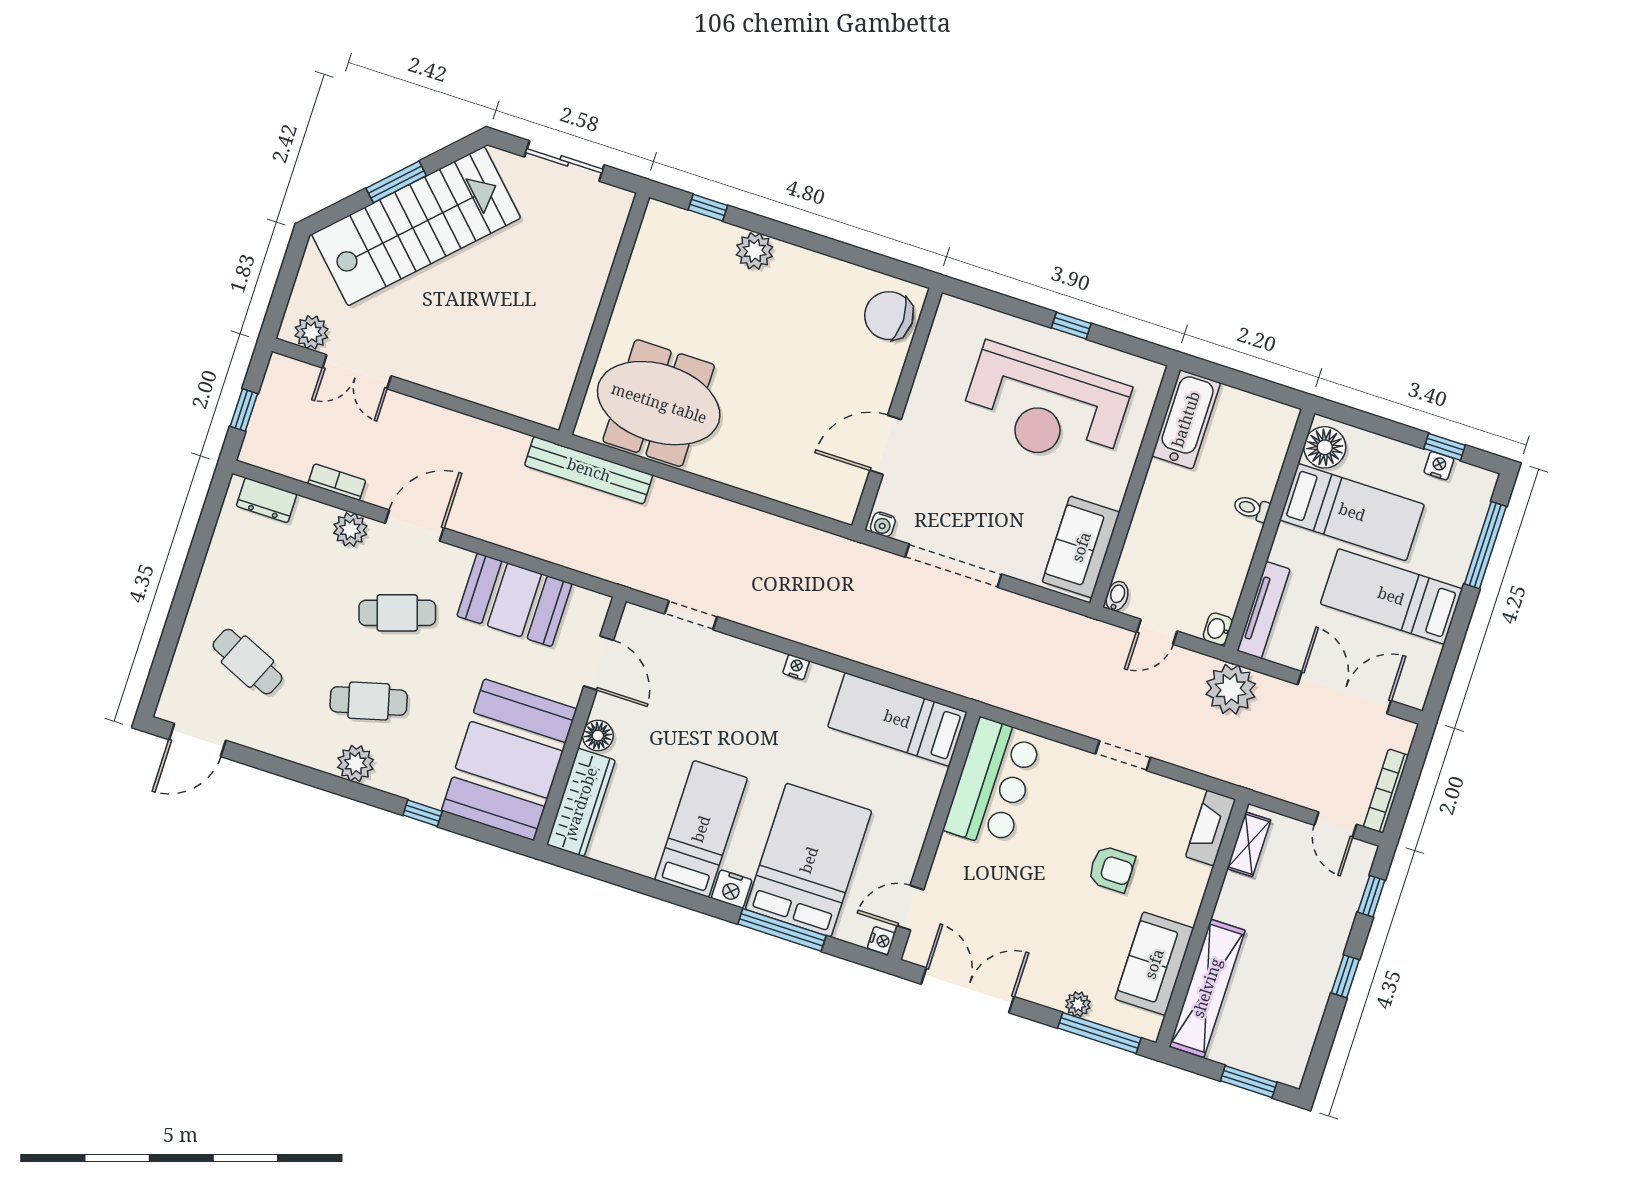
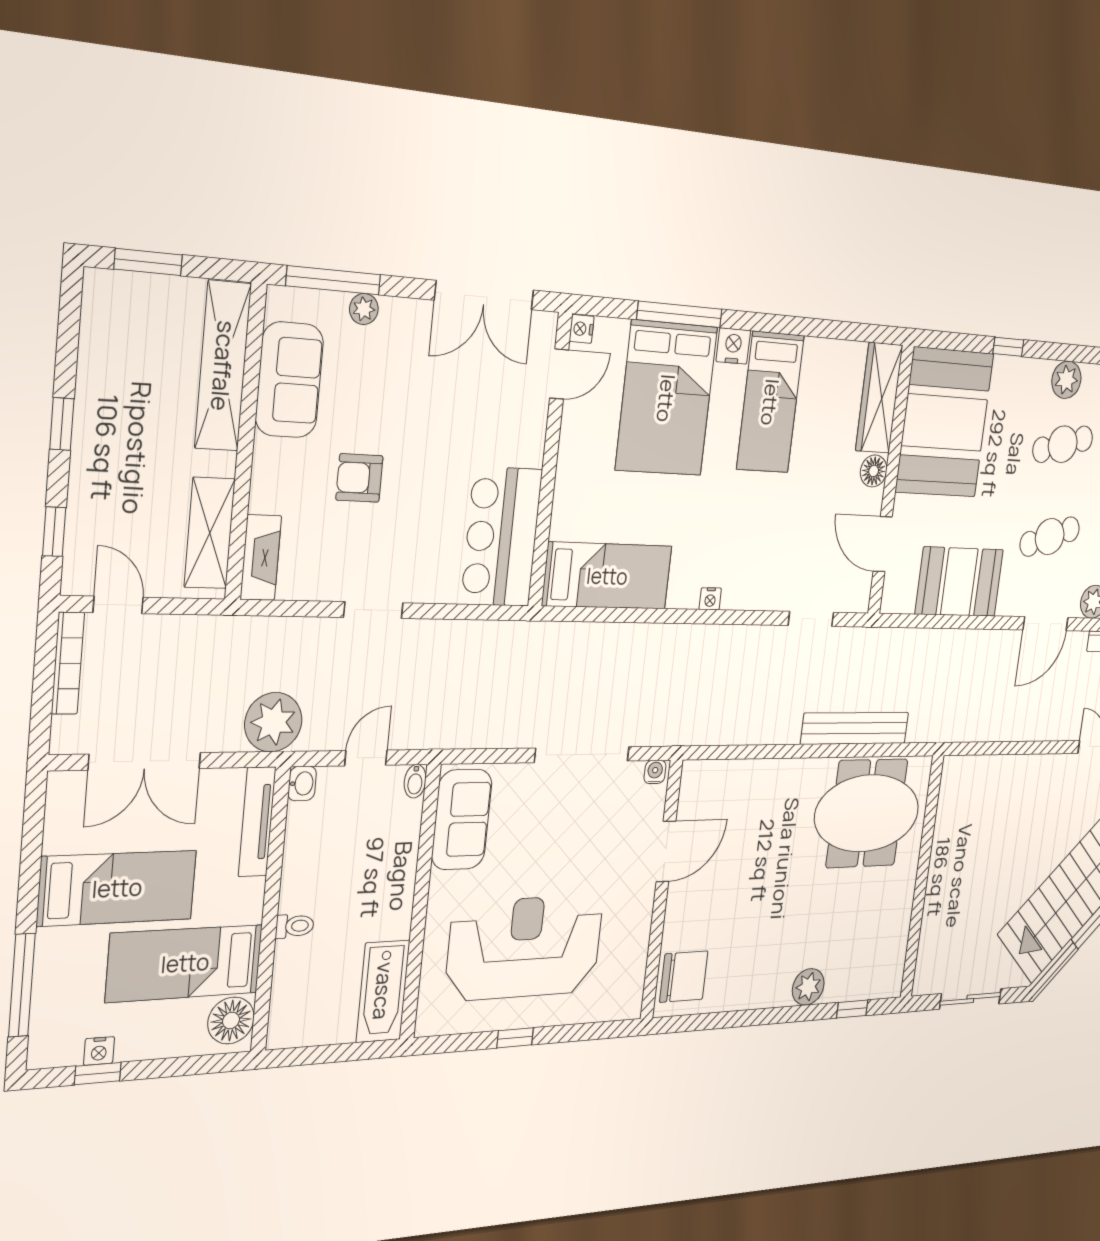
bench: (589, 470) -> (855, 728), moved
shelving: (1249, 844) -> (210, 533), width x1.50, depth x1.33

